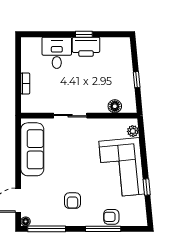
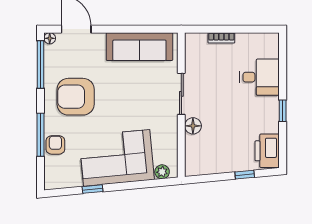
printer: (86, 47) -> (267, 151), moved
window: (137, 80) -> (245, 175), moved
floor lamp: (115, 106) -> (193, 126), moved
armchair: (72, 201) -> (76, 97), width x1.88, depth x1.88

